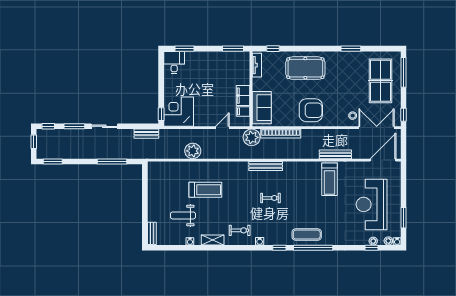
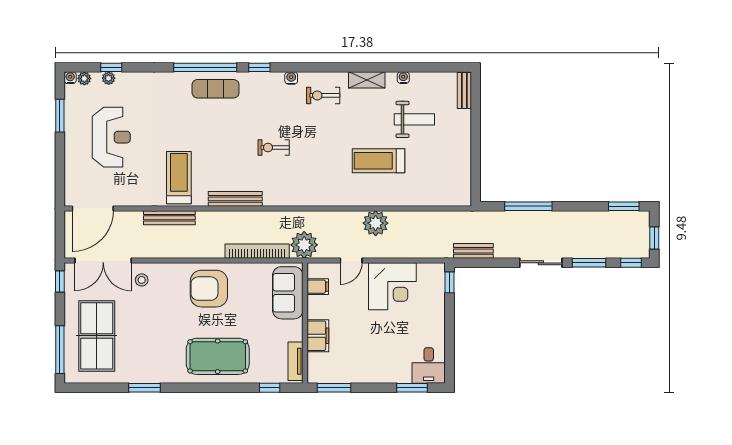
filing cabinet: (243, 96) -> (318, 336), moved
corner desk: (179, 112) -> (392, 286), moved
plant: (193, 151) -> (376, 223), moved
bench: (266, 166) -> (235, 199), moved
reception desk: (372, 204) -> (111, 137), width x0.74, depth x0.77

